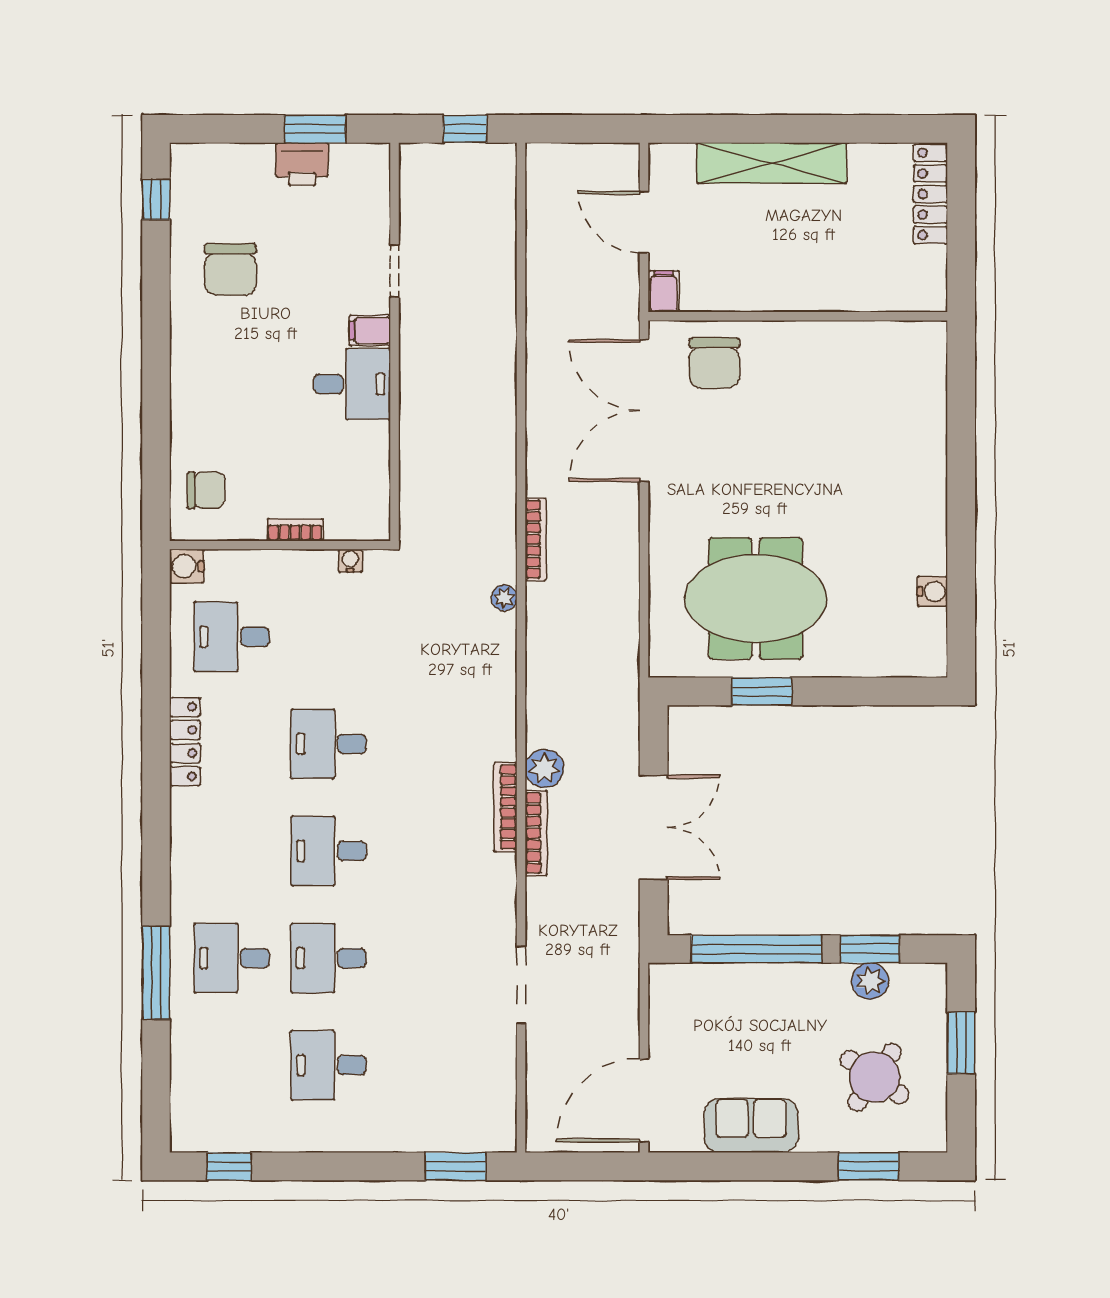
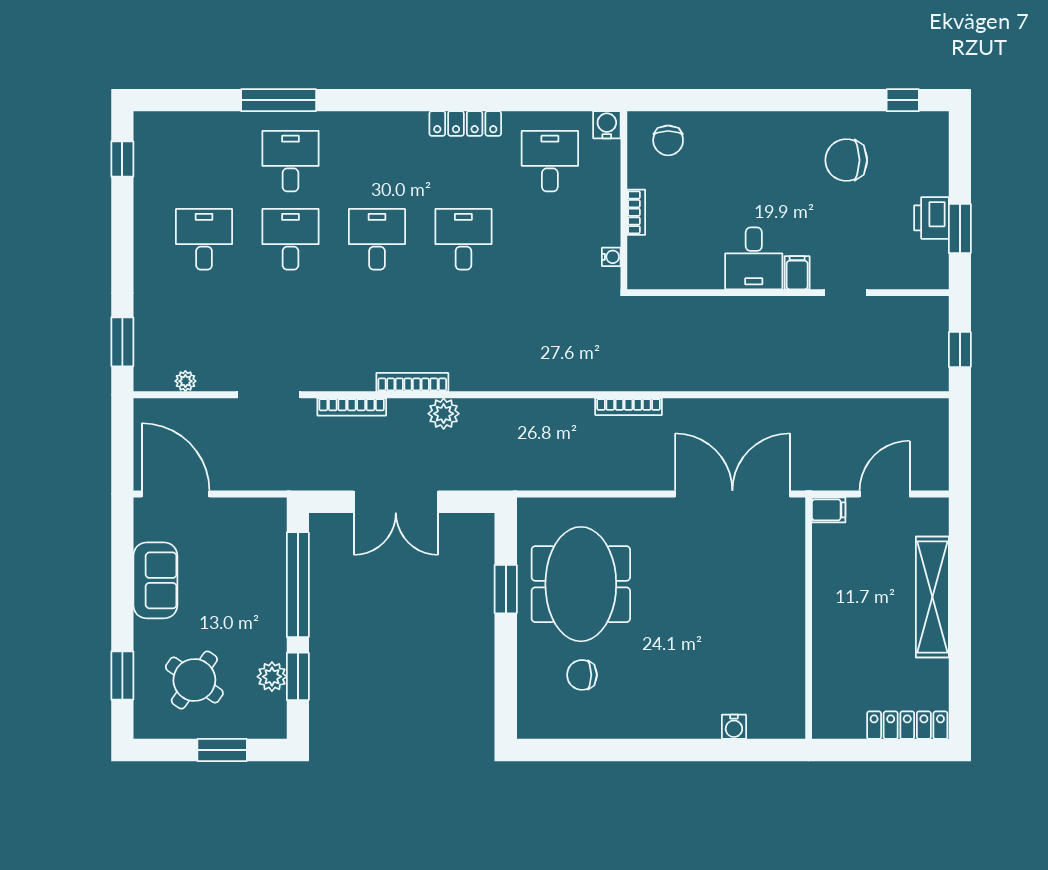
chair: (714, 363) -> (582, 675), moved, width x0.73, depth x0.73
water cooler: (932, 592) -> (734, 727), moved
plant: (504, 598) -> (185, 381), moved
bookcase: (536, 833) -> (352, 407), moved

